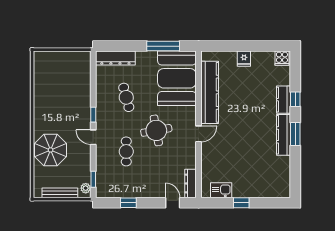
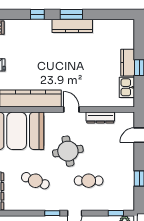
cafe table: (126, 97) -> (35, 181), turned 36
kitchen counter: (284, 100) -> (128, 63), moved, turned 90
dresser: (190, 183) -> (100, 117), moved

